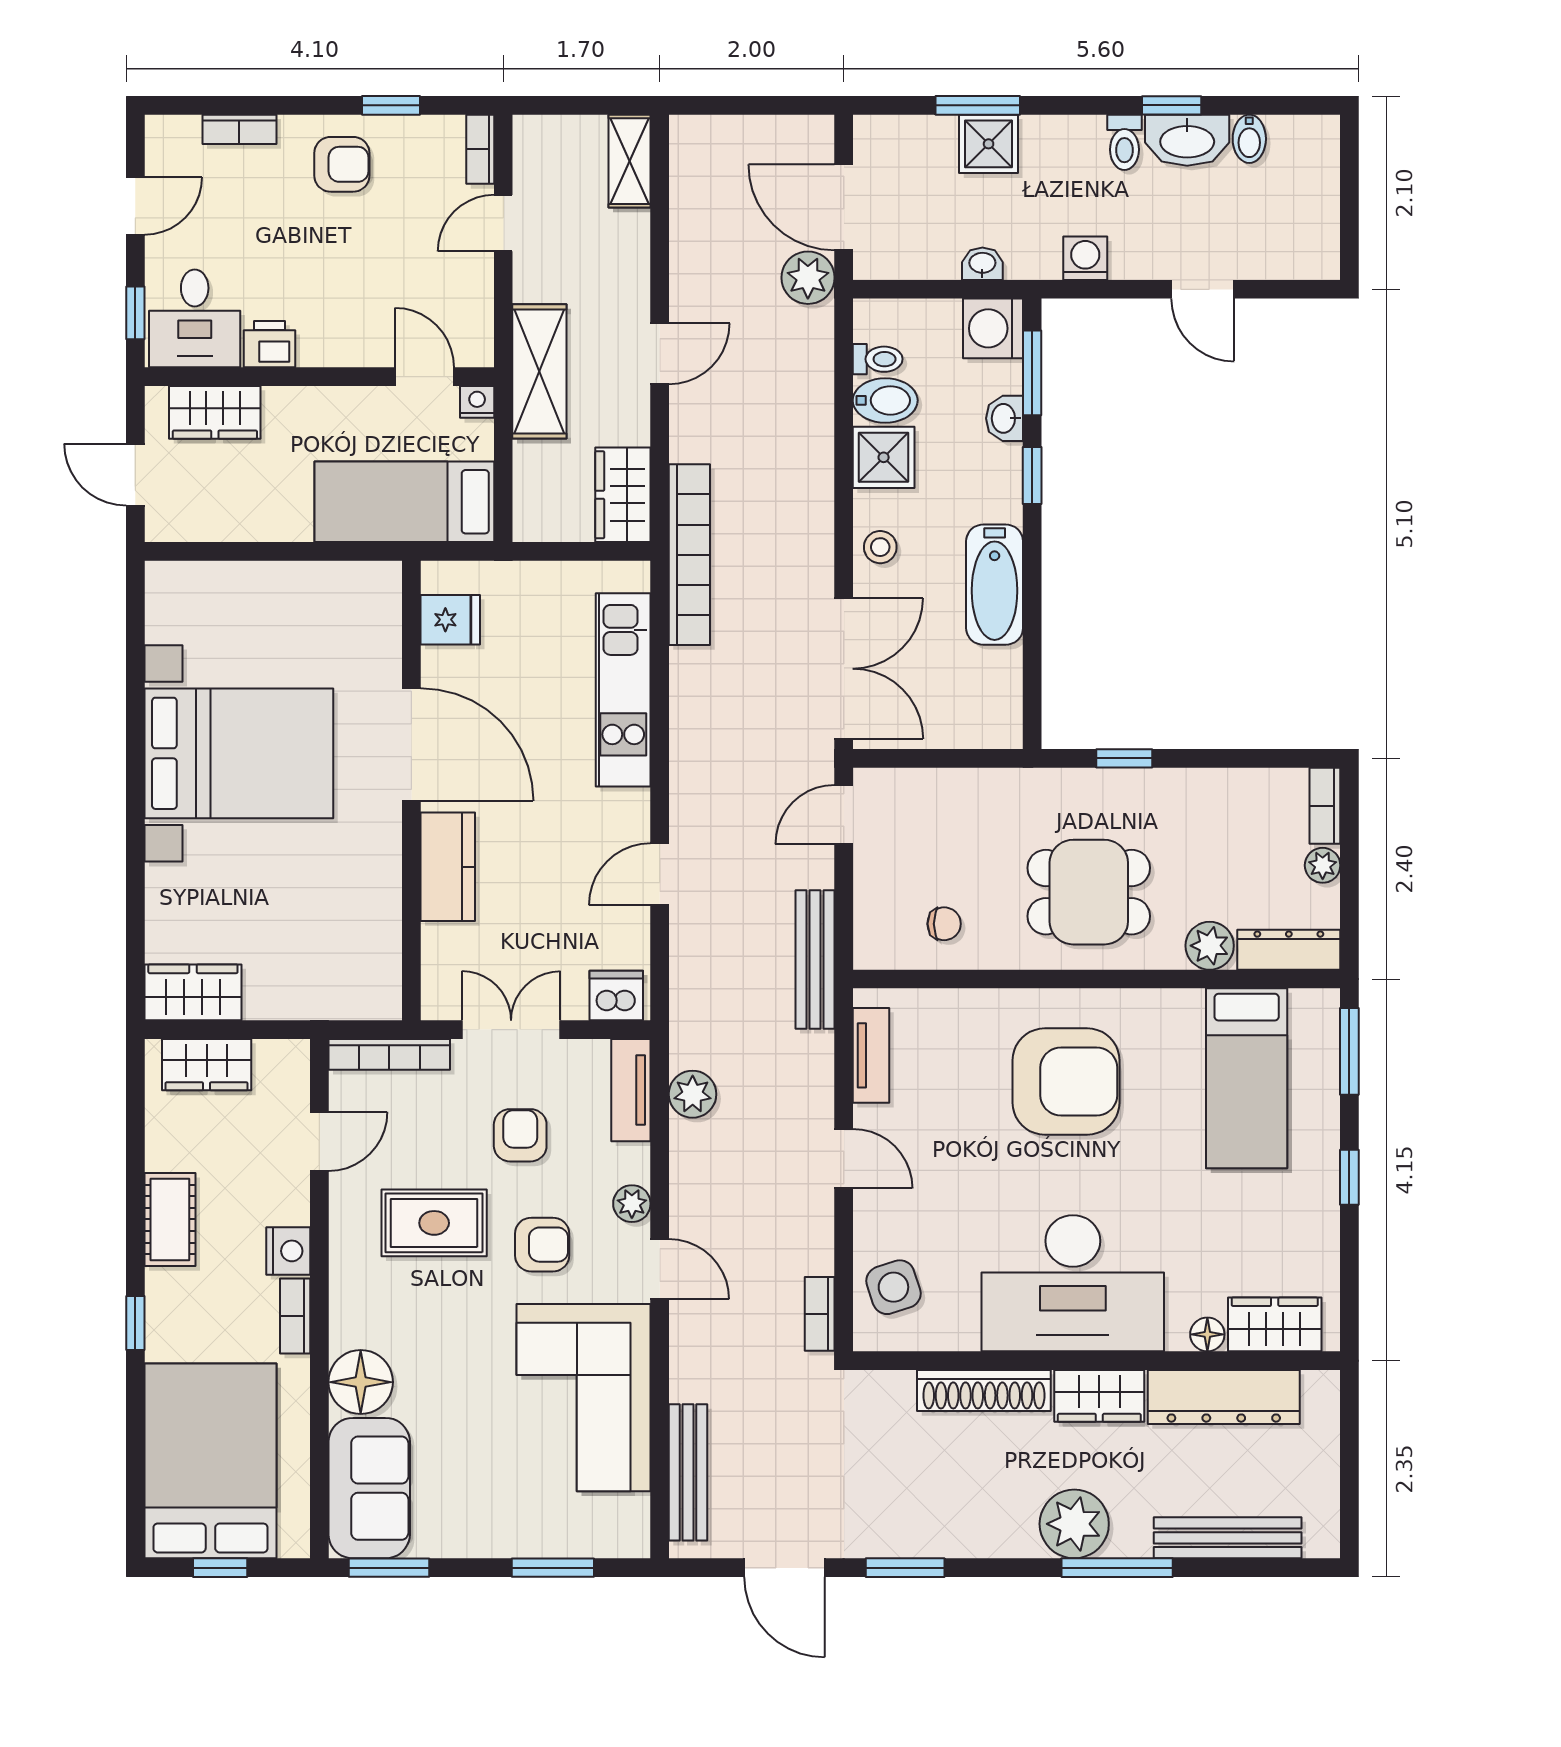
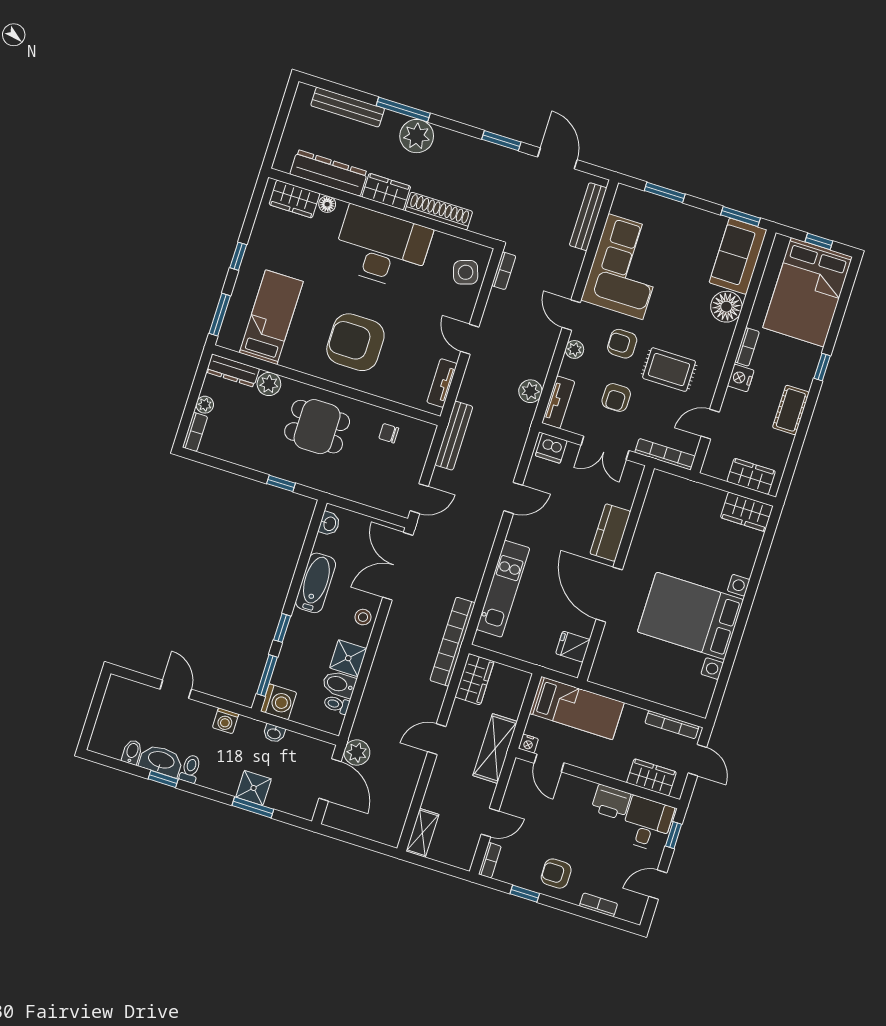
printer: (270, 344) -> (611, 802), width x1.36, depth x1.24
washbasin: (1005, 418) -> (329, 524), moved
bookcase: (207, 528) -> (672, 725), added

